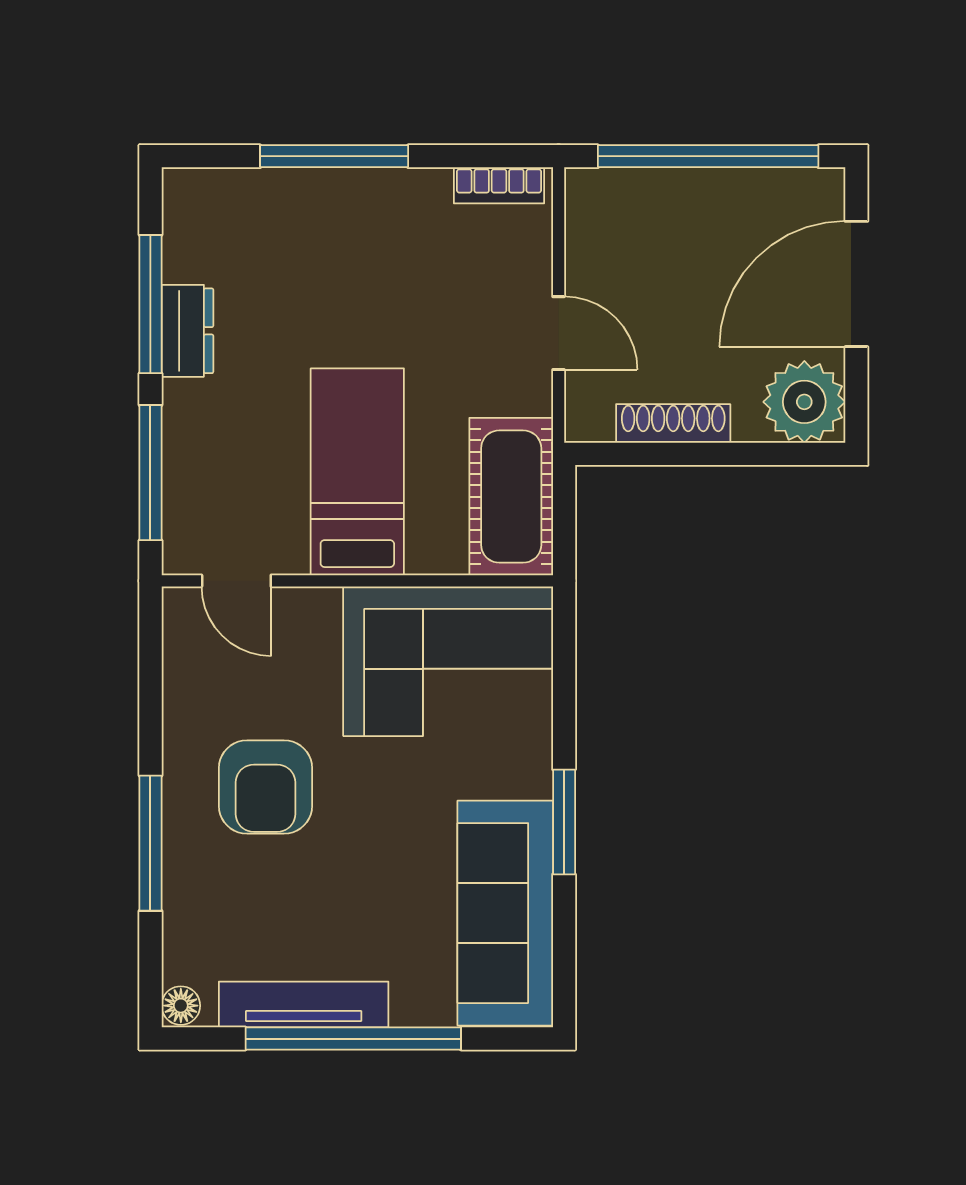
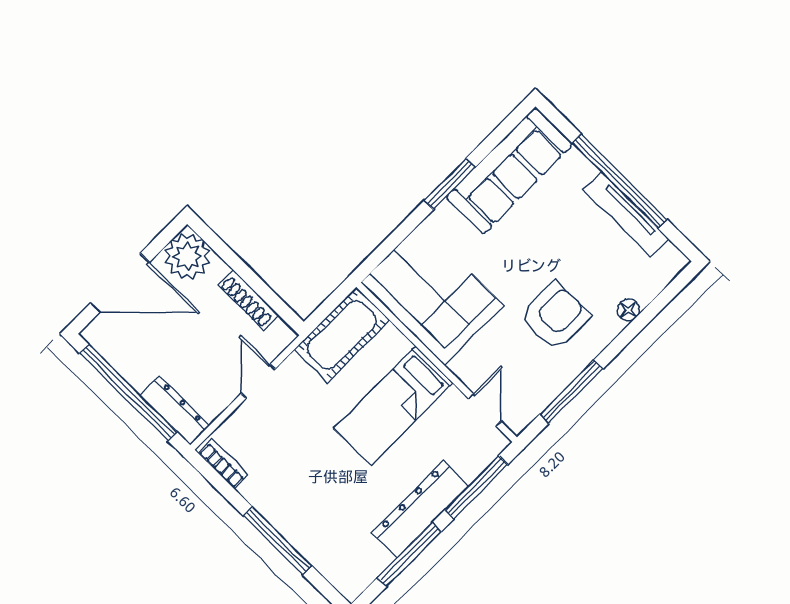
dresser: (627, 192) -> (175, 410), added
dresser: (187, 331) -> (420, 509), width x1.96, depth x1.24
window: (150, 843) -> (571, 391), moved
floor lamp: (181, 1006) -> (628, 310), moved

